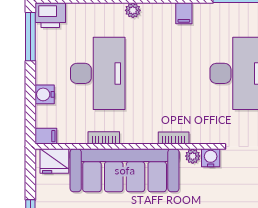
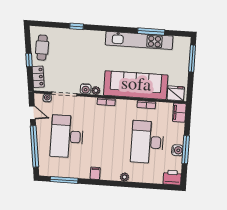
window: (30, 37) -> (186, 150), moved
water cooler: (45, 94) -> (177, 150), moved
filing cabinet: (46, 136) -> (179, 113), width x2.00

